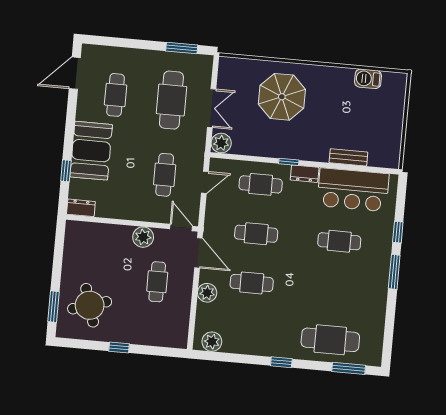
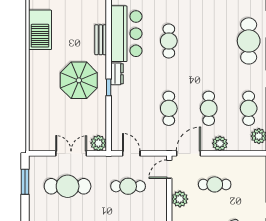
barbecue: (368, 79) -> (40, 30), width x1.88, depth x1.53
parasol: (282, 97) -> (79, 80), moved
cafe table: (261, 184) -> (249, 108), moved

